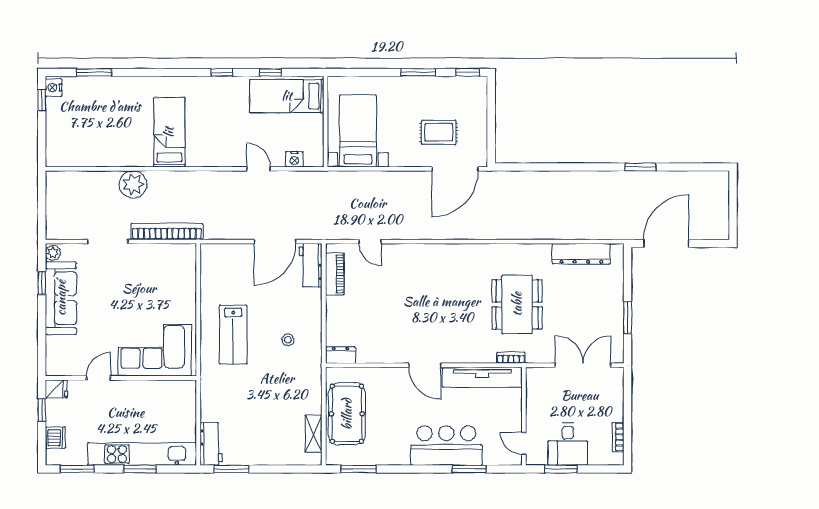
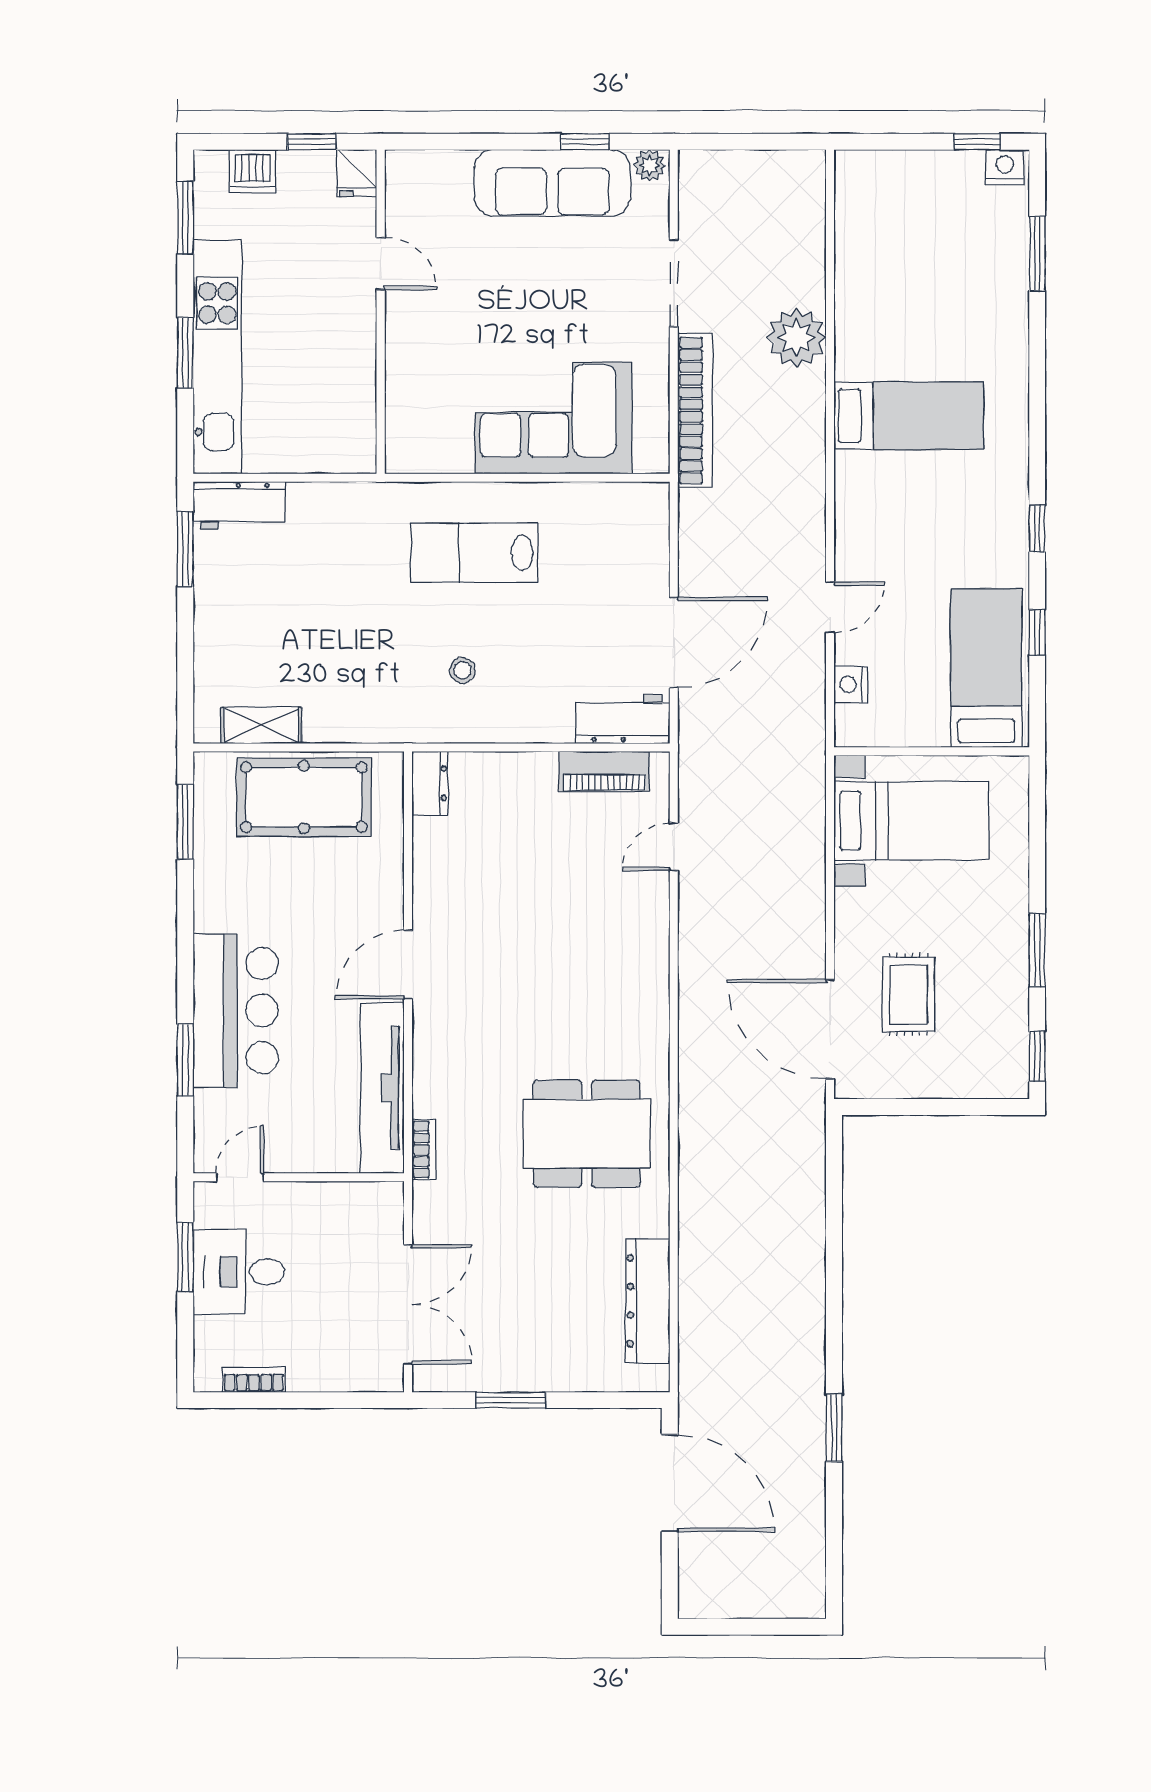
door: (275, 242) -> (674, 642), swing flipped
dining table: (517, 304) -> (587, 1134), moved
corner sofa: (155, 350) -> (554, 418), moved, turned -90

